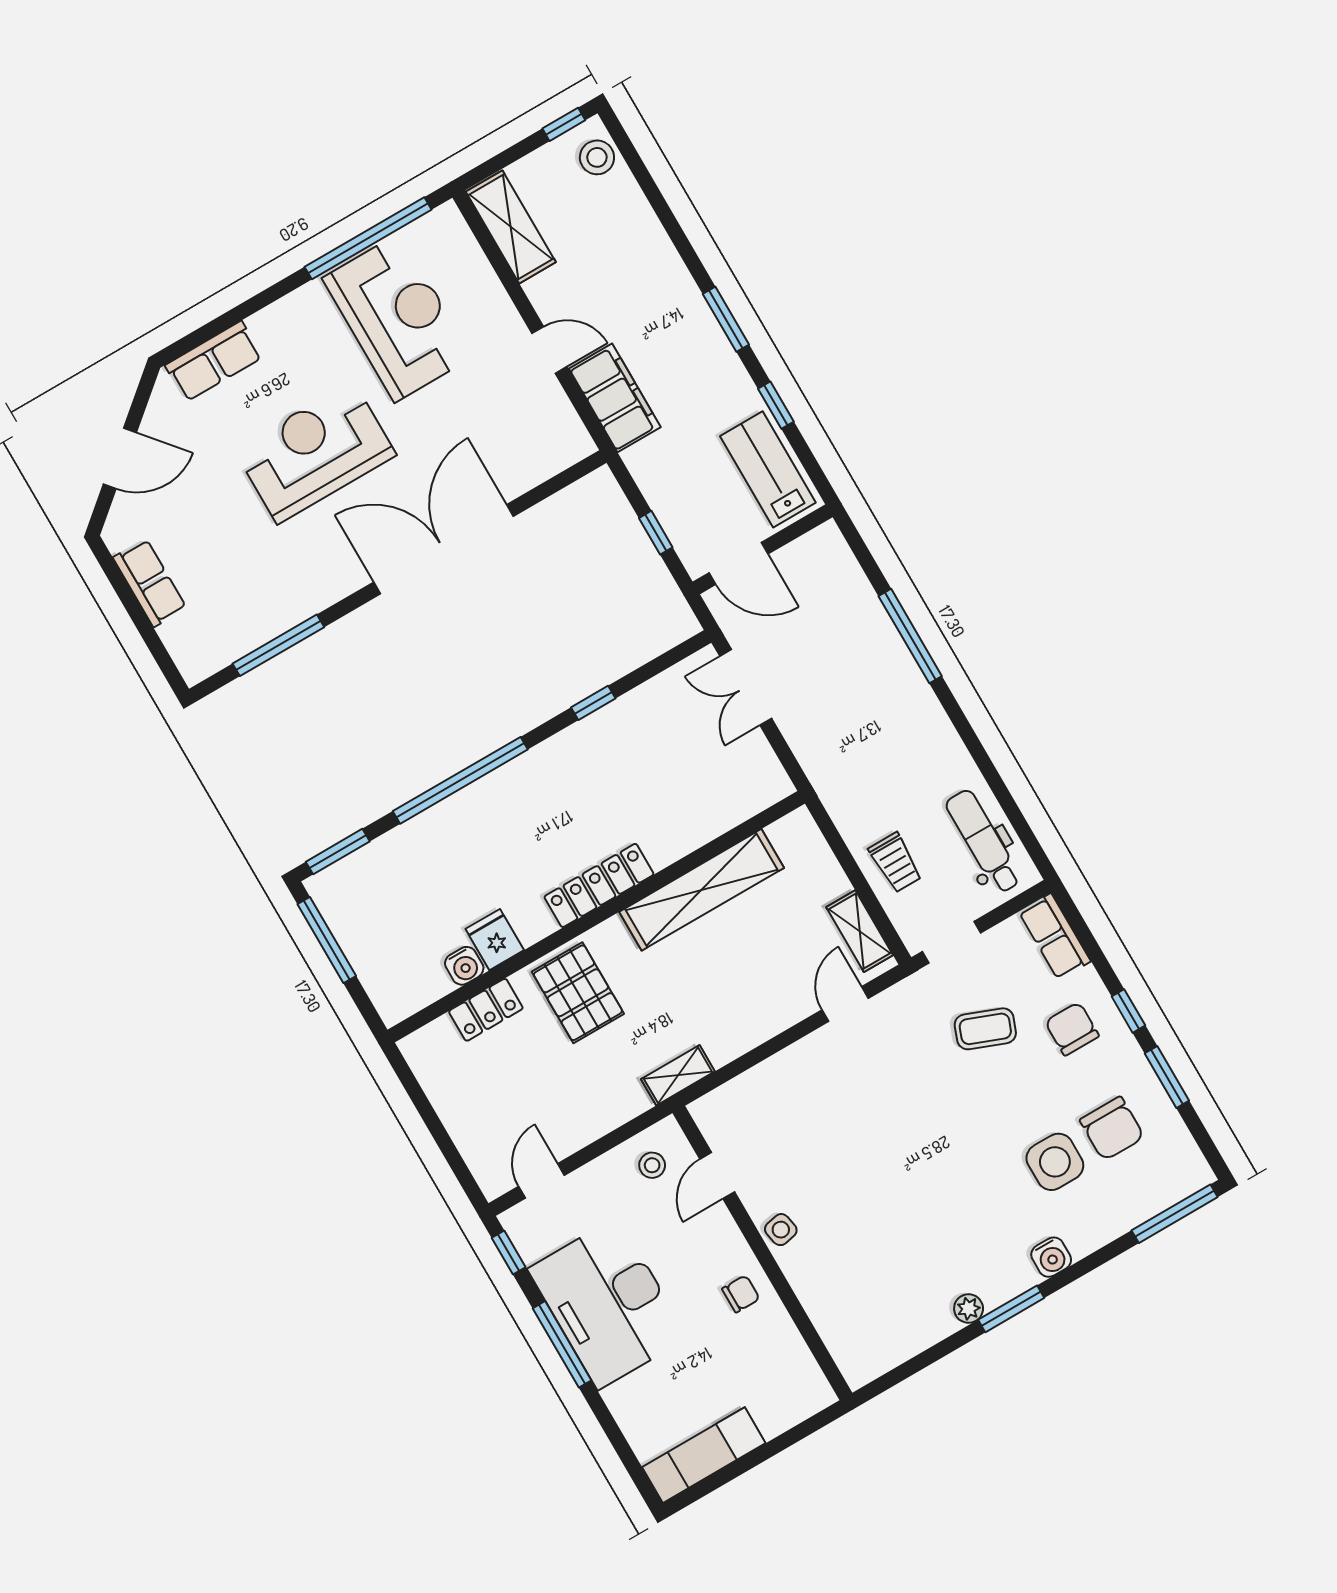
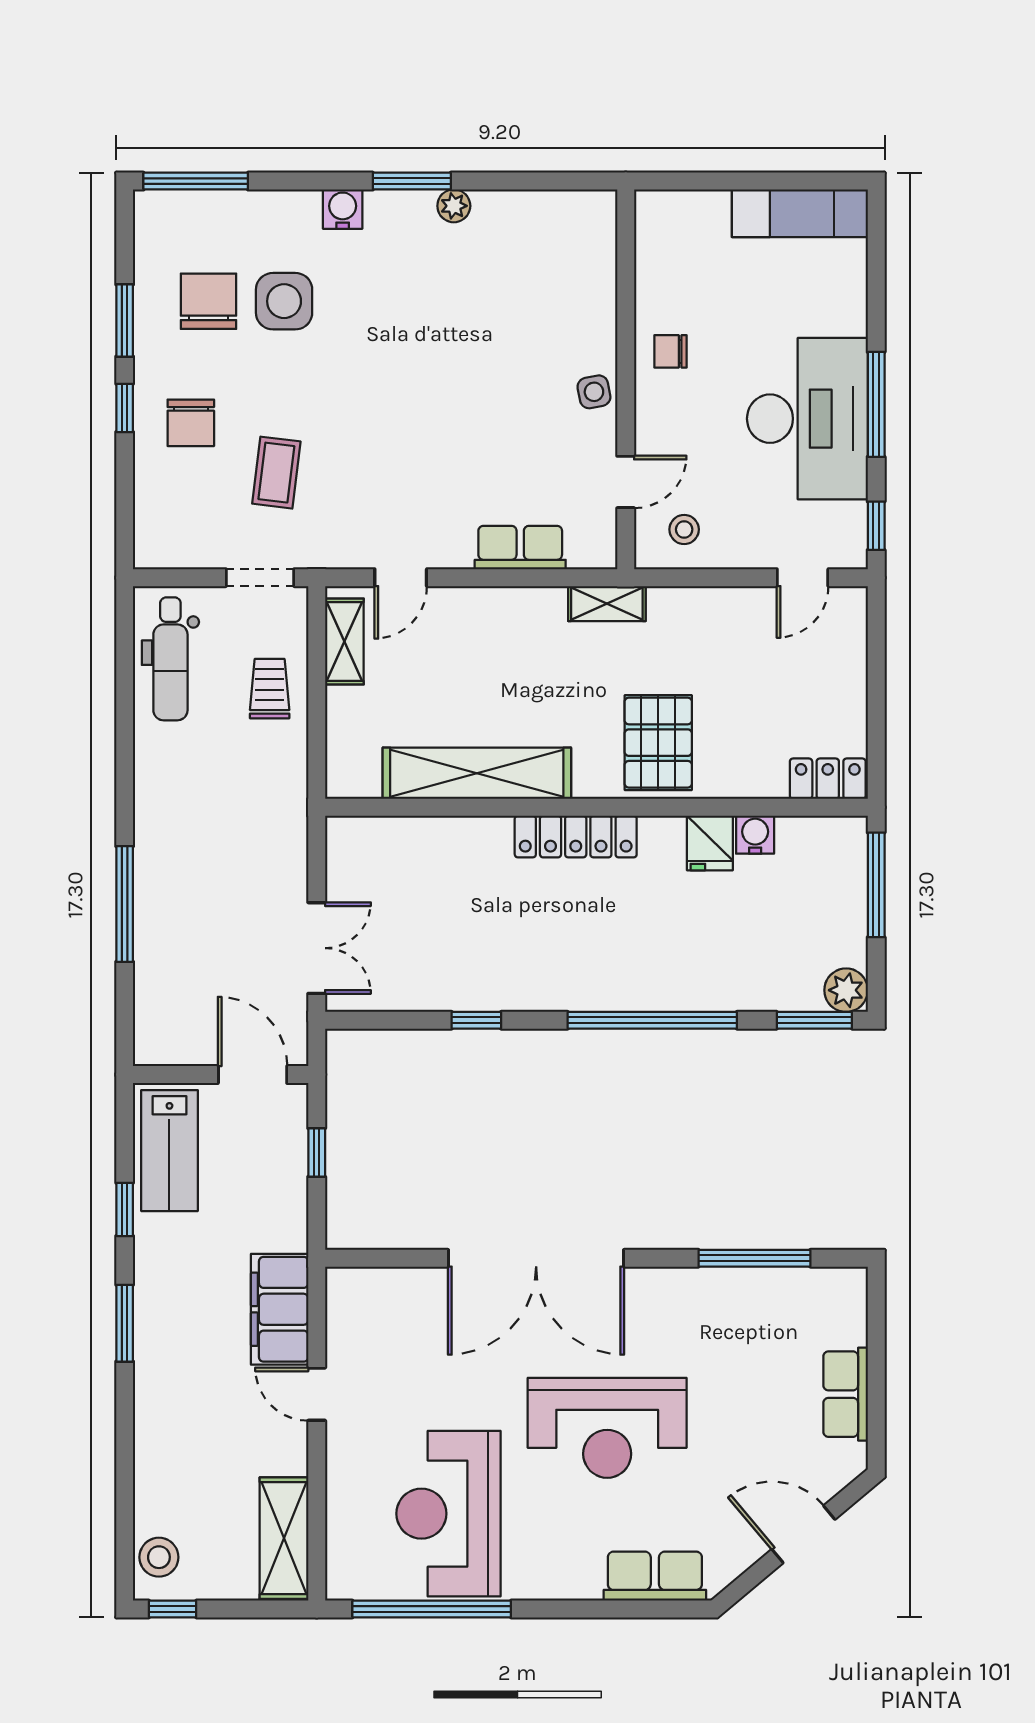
plant: (327, 888) -> (846, 990), added
row of seats: (1055, 937) -> (520, 548), moved, turned -90
window: (327, 940) -> (876, 885), moved
locker: (486, 1010) -> (828, 779), moved
coffee table: (985, 1029) -> (276, 473), turned 76

